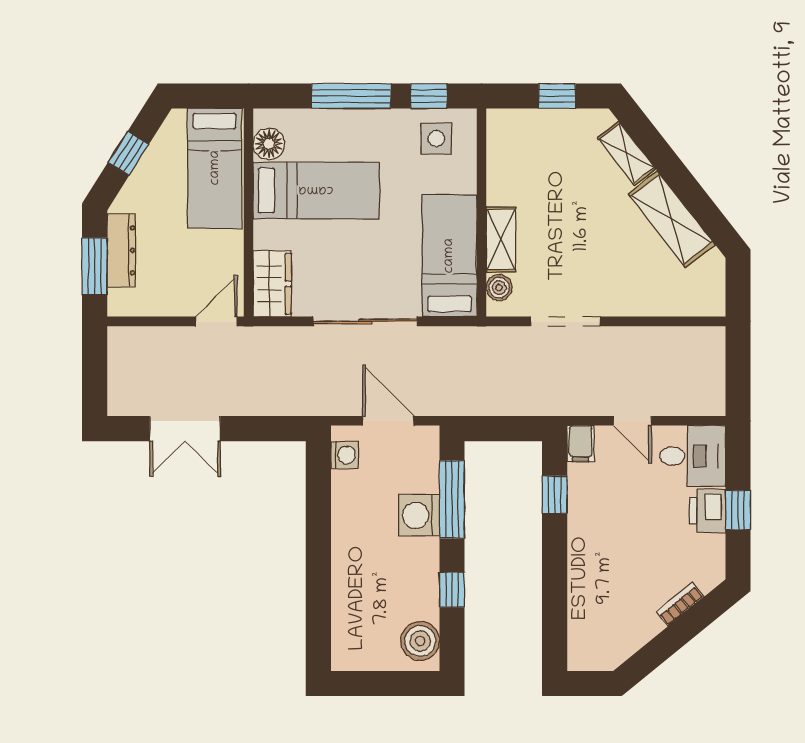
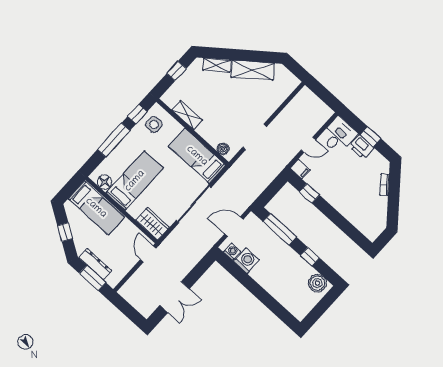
shelving: (501, 239) -> (187, 115), moved
washing machine: (419, 515) -> (246, 261), moved, turned 180

